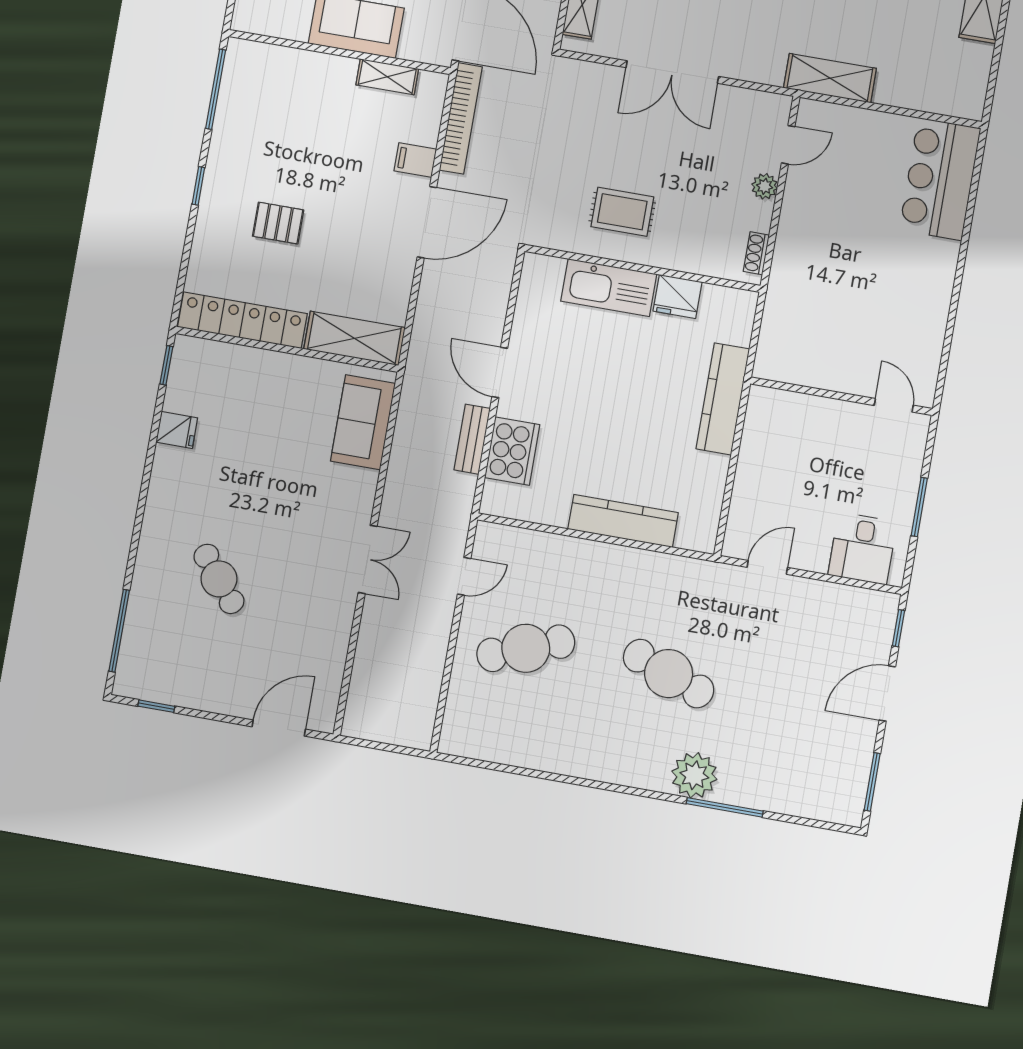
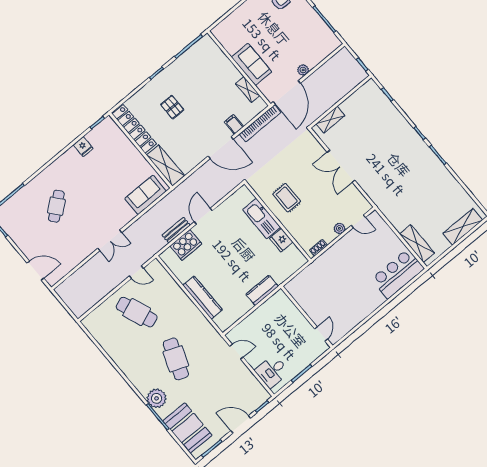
shelving: (830, 78) -> (417, 244), moved
kitchen counter: (723, 399) -> (262, 290), width x0.67
booth: (796, 782) -> (187, 428), added

